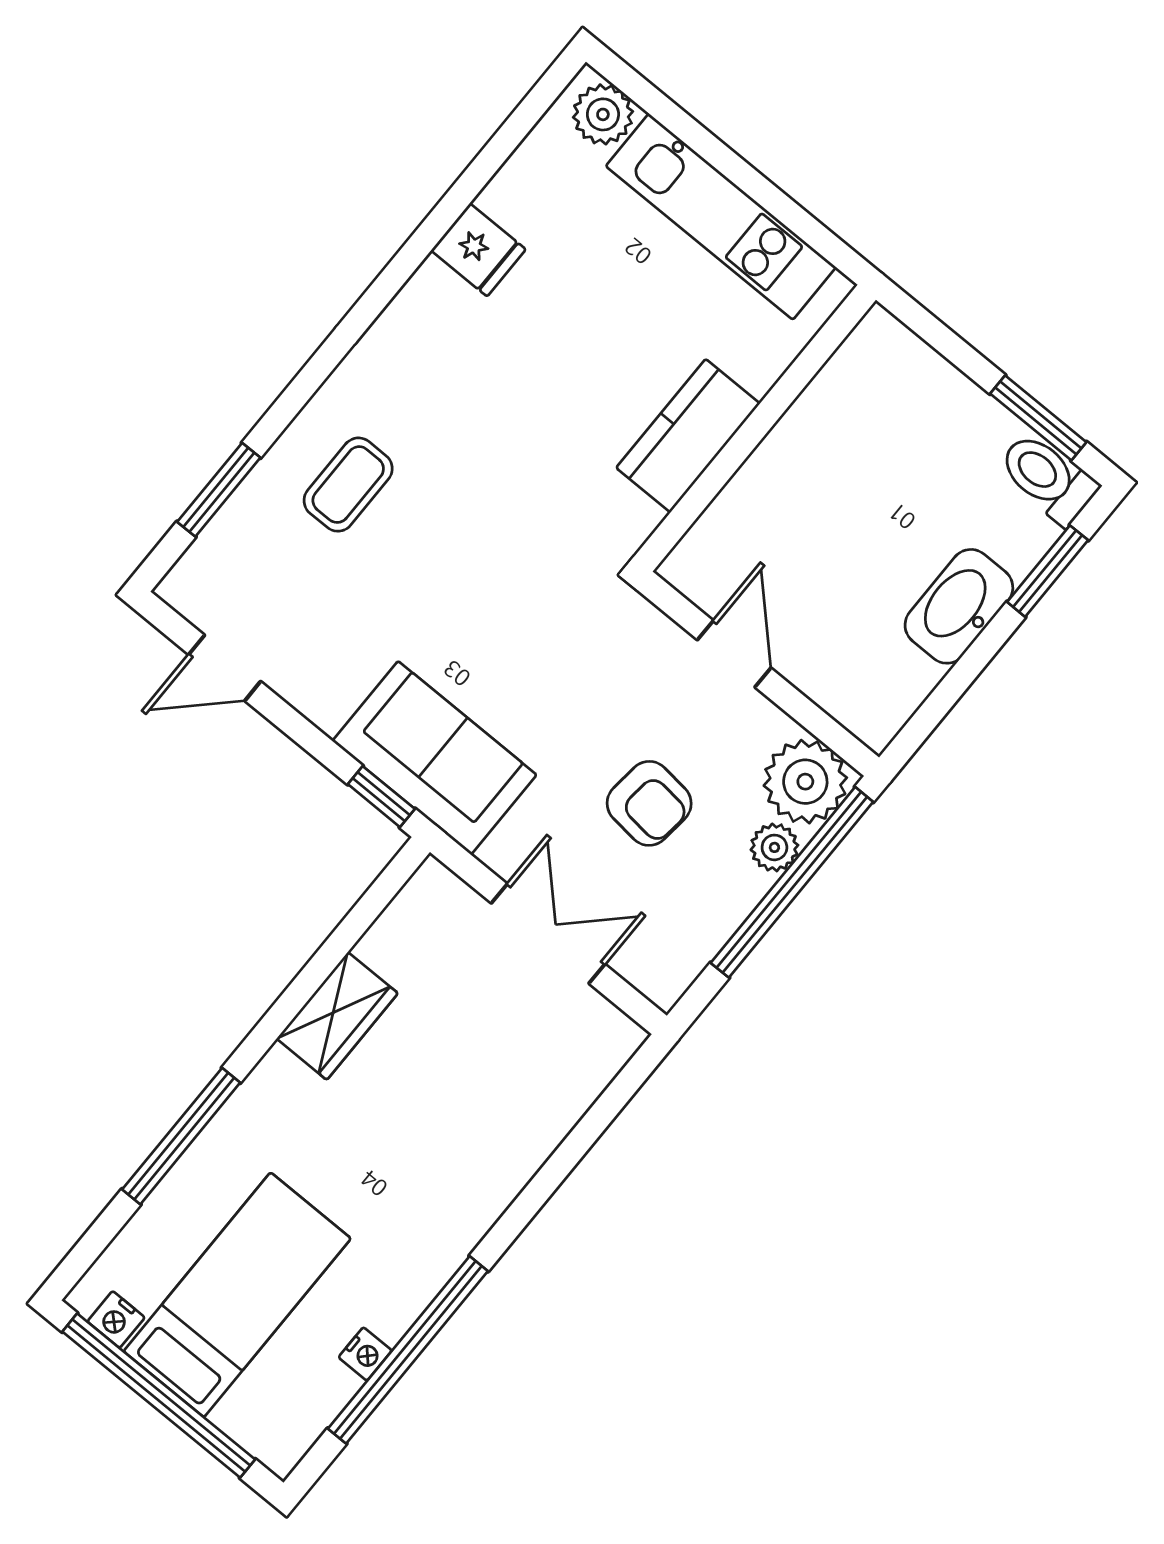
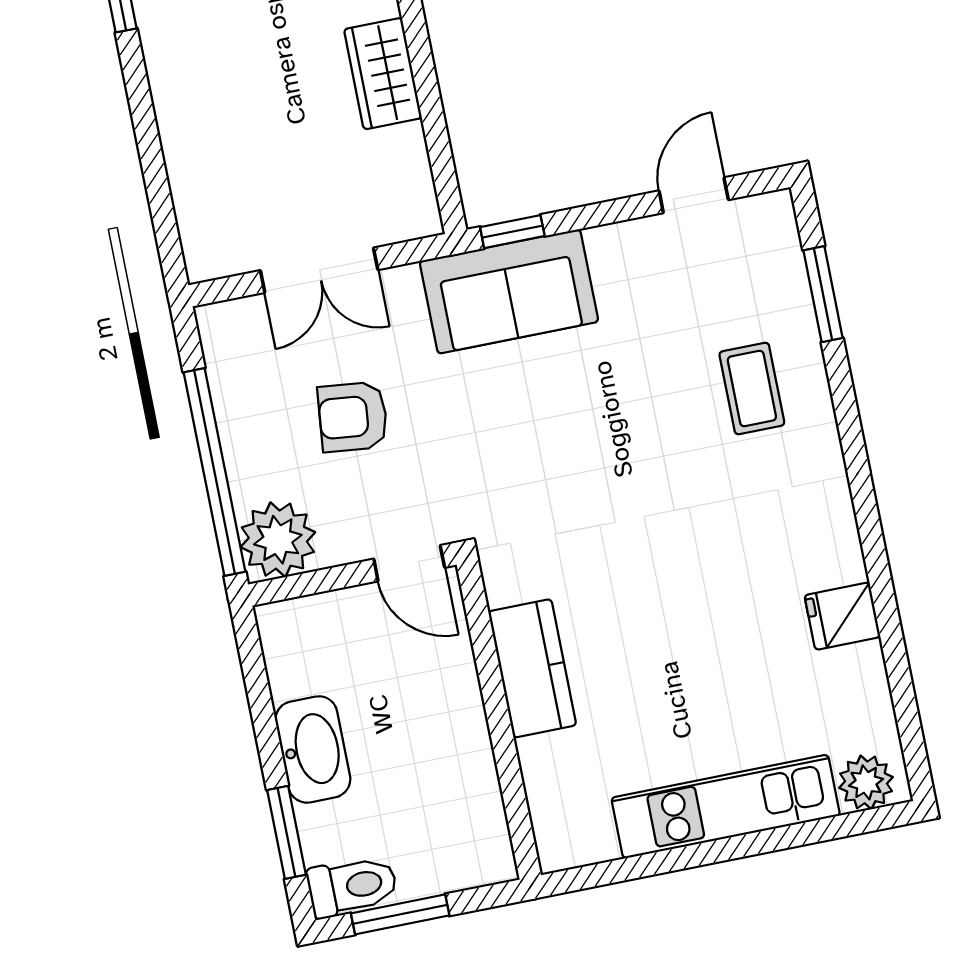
wall: (755, 428) -> (499, 720), moved
kitchen counter: (688, 436) -> (532, 668), moved
plant: (774, 847) -> (249, 480), removed

